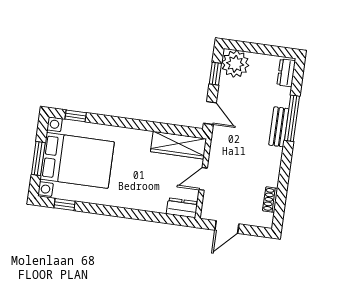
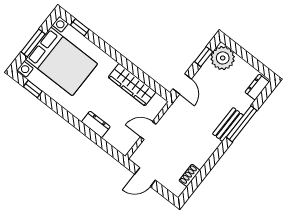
wardrobe: (179, 145) -> (132, 85), moved
dresser: (182, 208) -> (96, 124), moved

